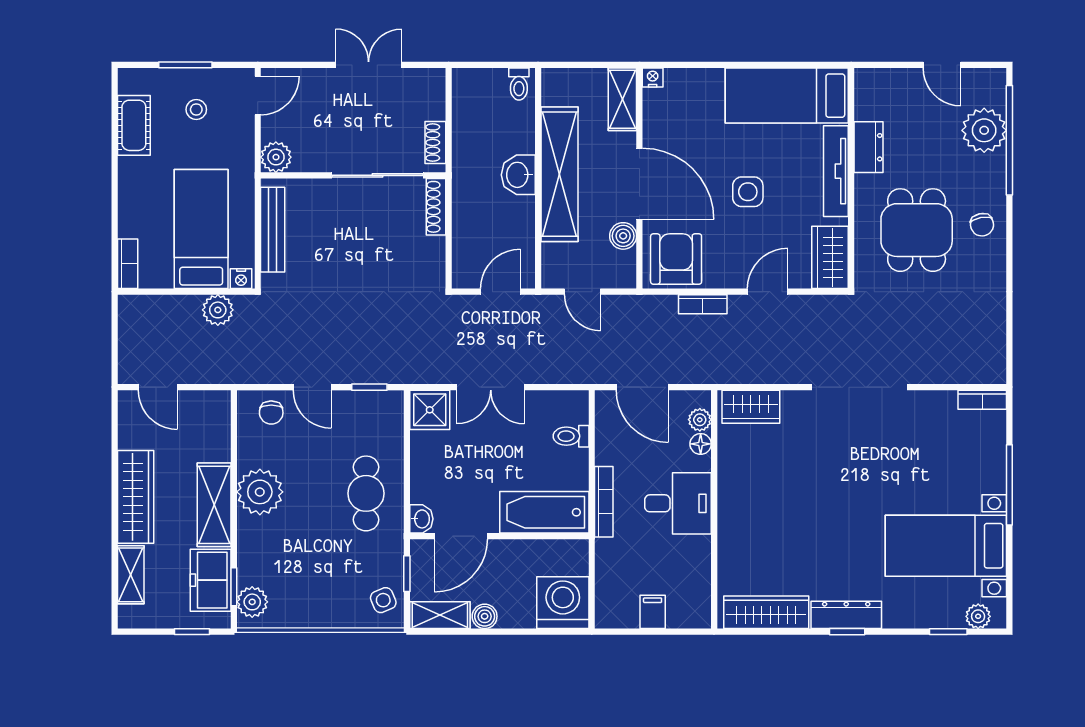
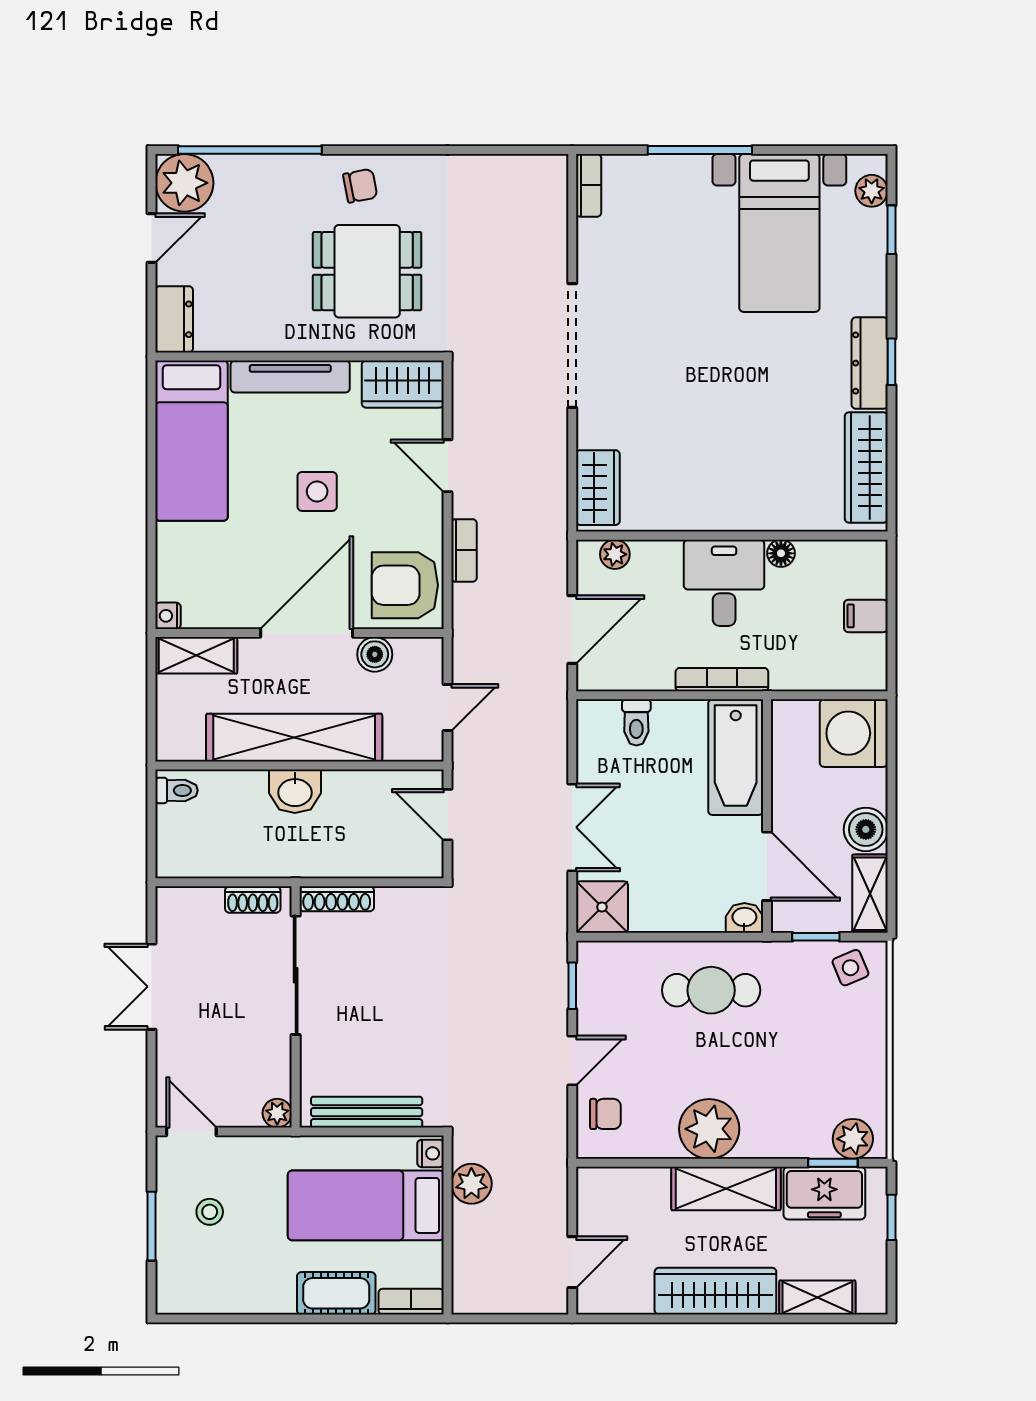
cot: (134, 125) -> (336, 1293), moved
plant: (984, 130) -> (184, 183), moved
dresser: (869, 147) -> (174, 319), moved, turned 90
plant: (276, 157) -> (277, 1113), width x0.73, depth x0.73
floor lamp: (701, 444) -> (781, 553), moved
boiler: (485, 616) -> (866, 829), width x1.36, depth x1.36

